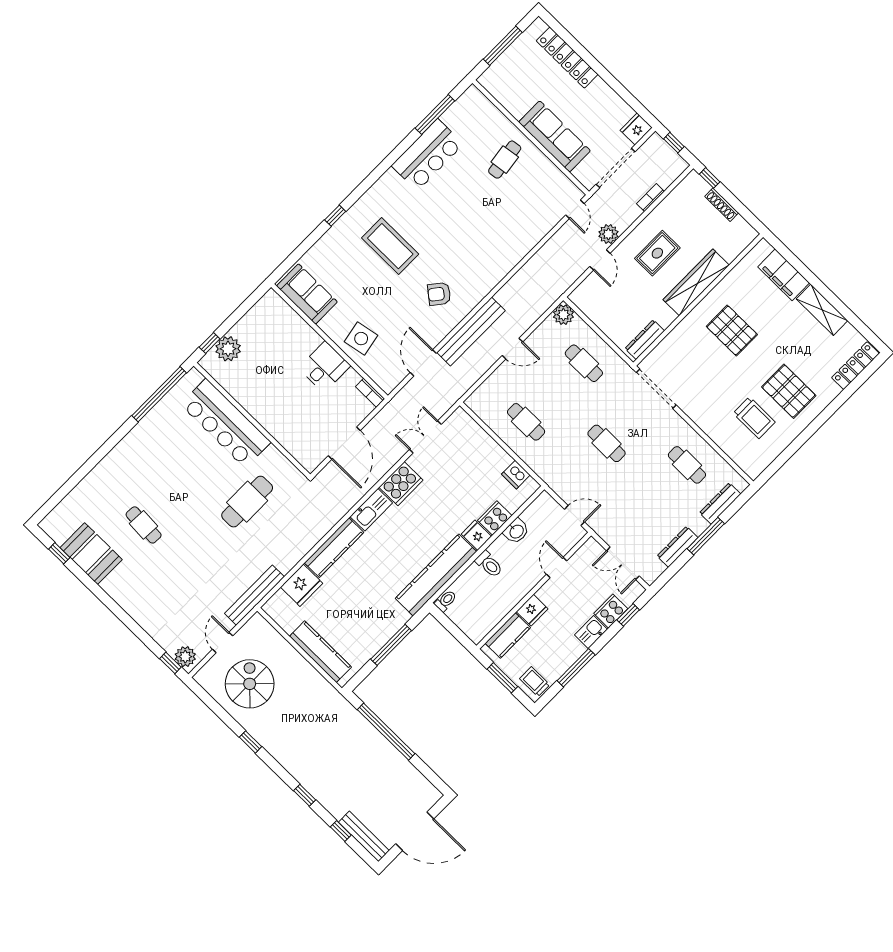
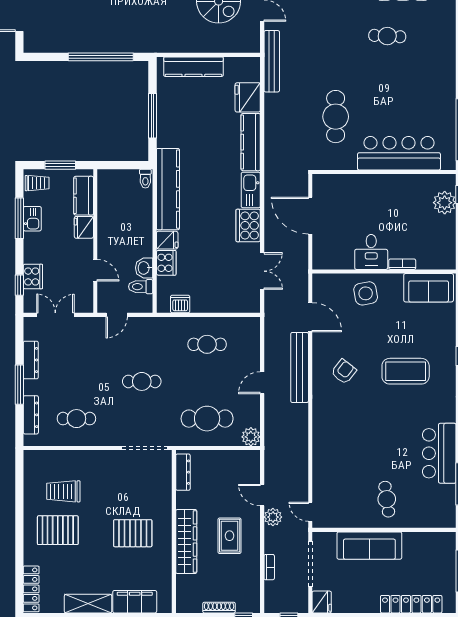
cafe table: (584, 363) -> (207, 419), width x1.37, depth x1.35
bookcase: (370, 393) -> (402, 264), moved
toilet: (489, 564) -> (141, 287), moved
kitchen sink: (591, 632) -> (32, 219), moved

